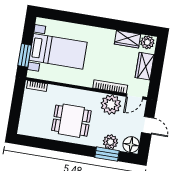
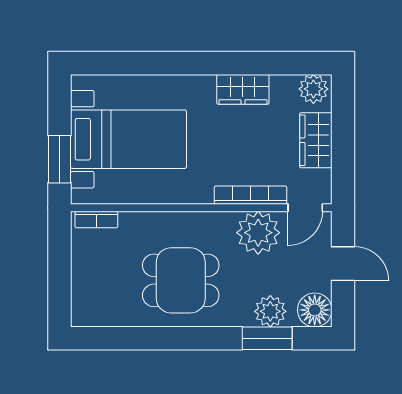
wardrobe: (128, 39) -> (243, 89), moved

